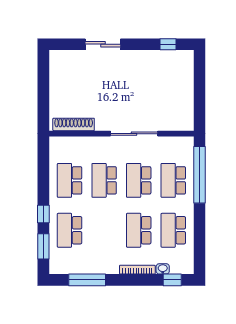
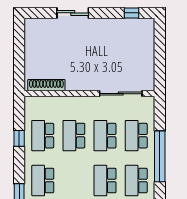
sliding door: (134, 134) -> (121, 94), moved
window: (199, 175) -> (160, 156), moved
window: (43, 214) -> (19, 138), moved

